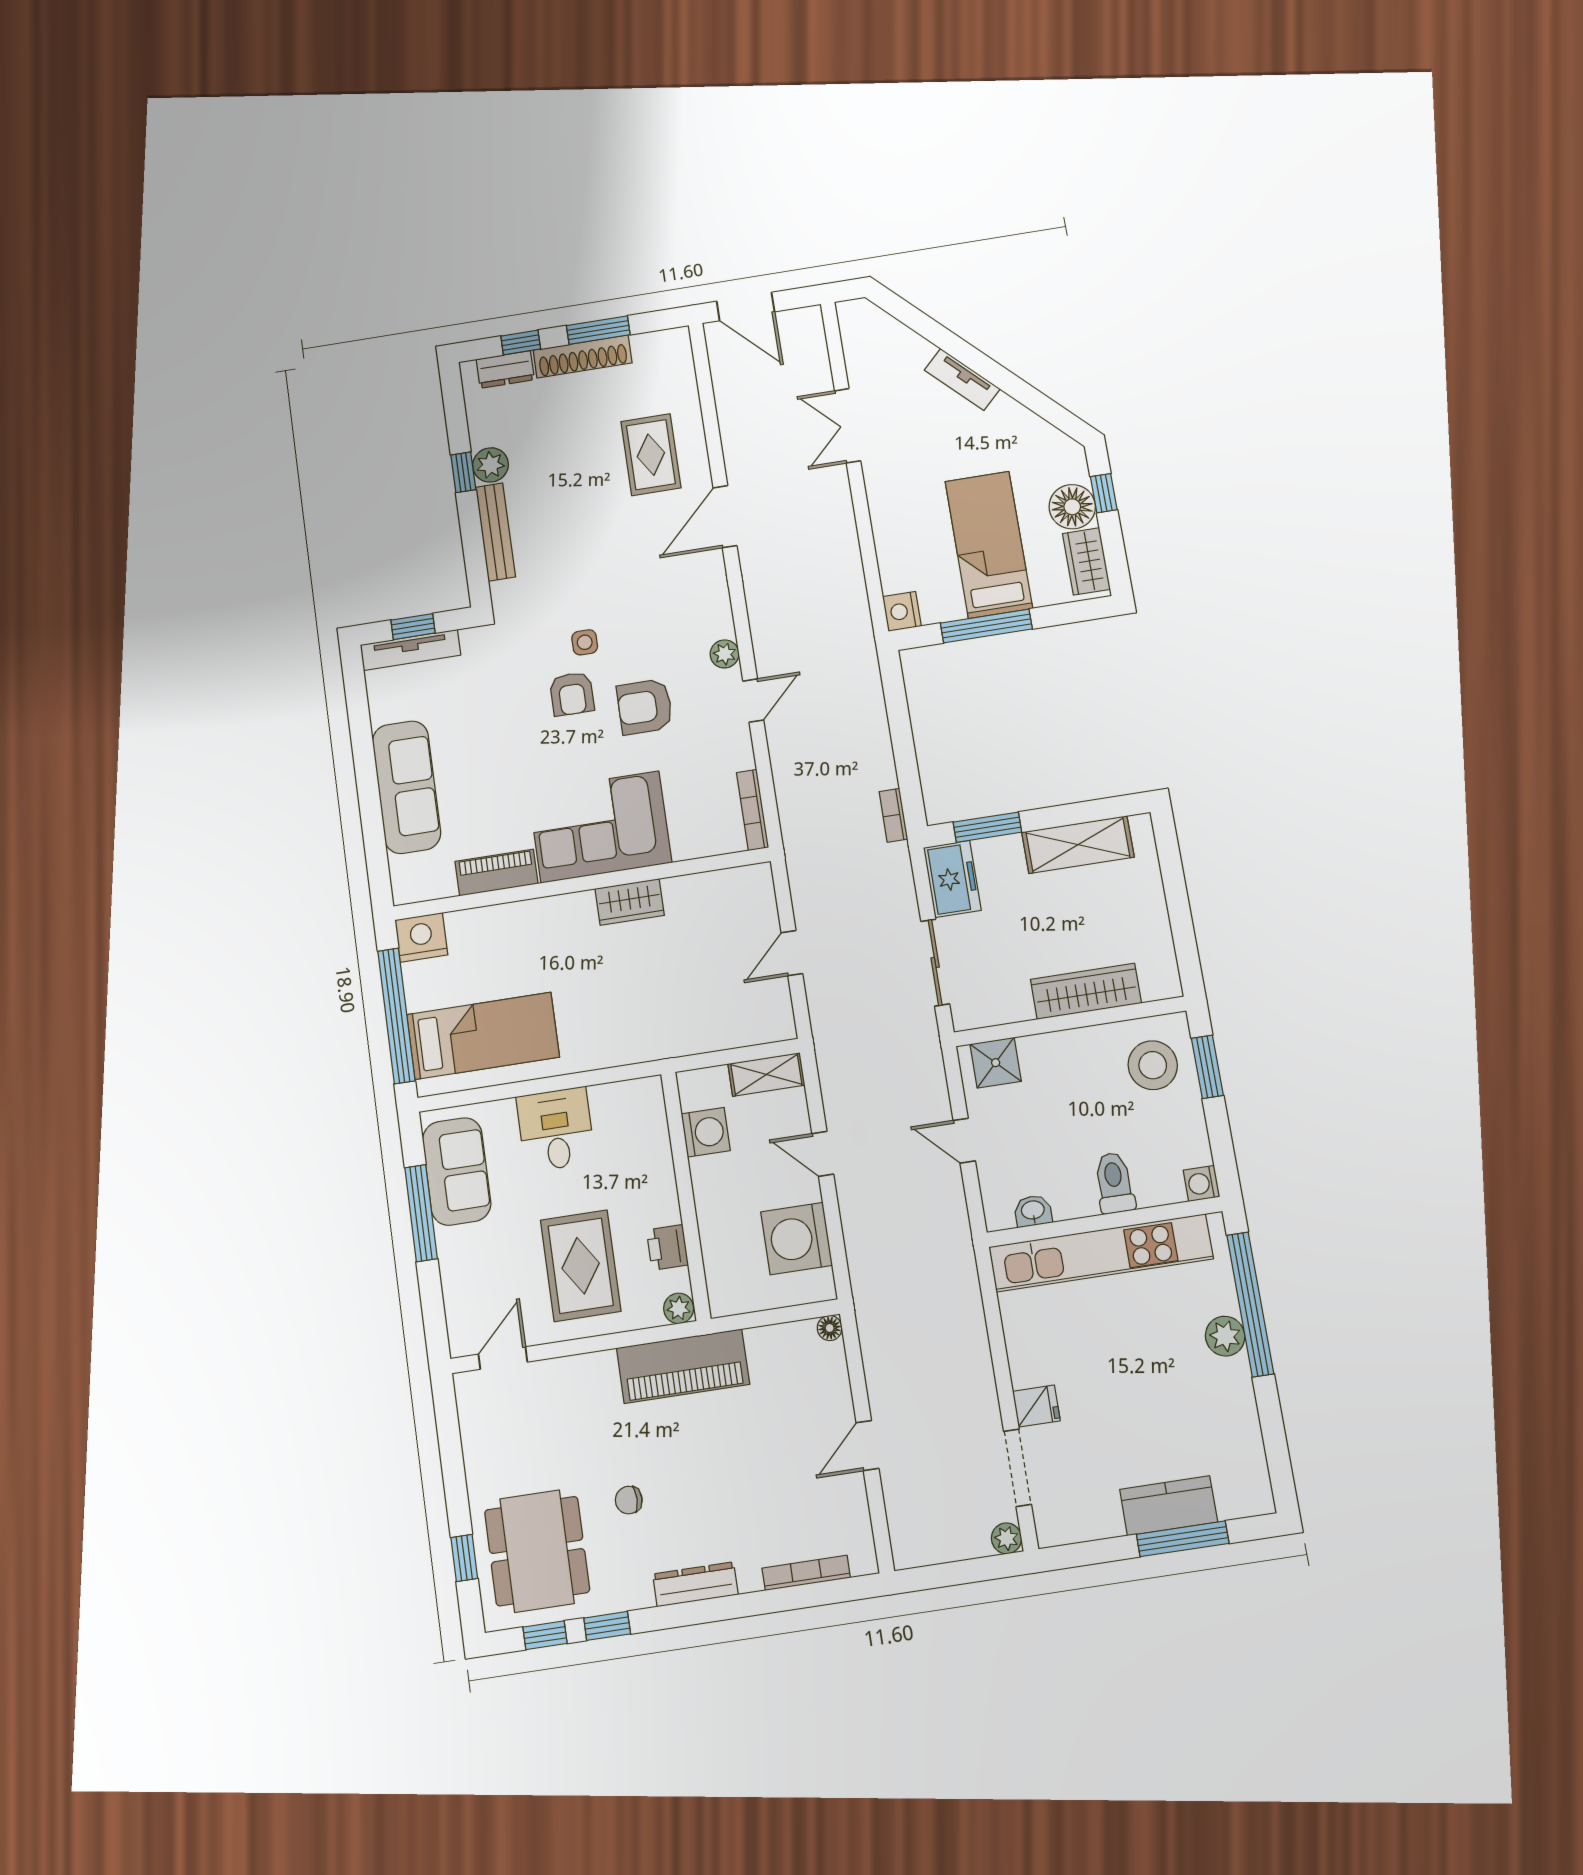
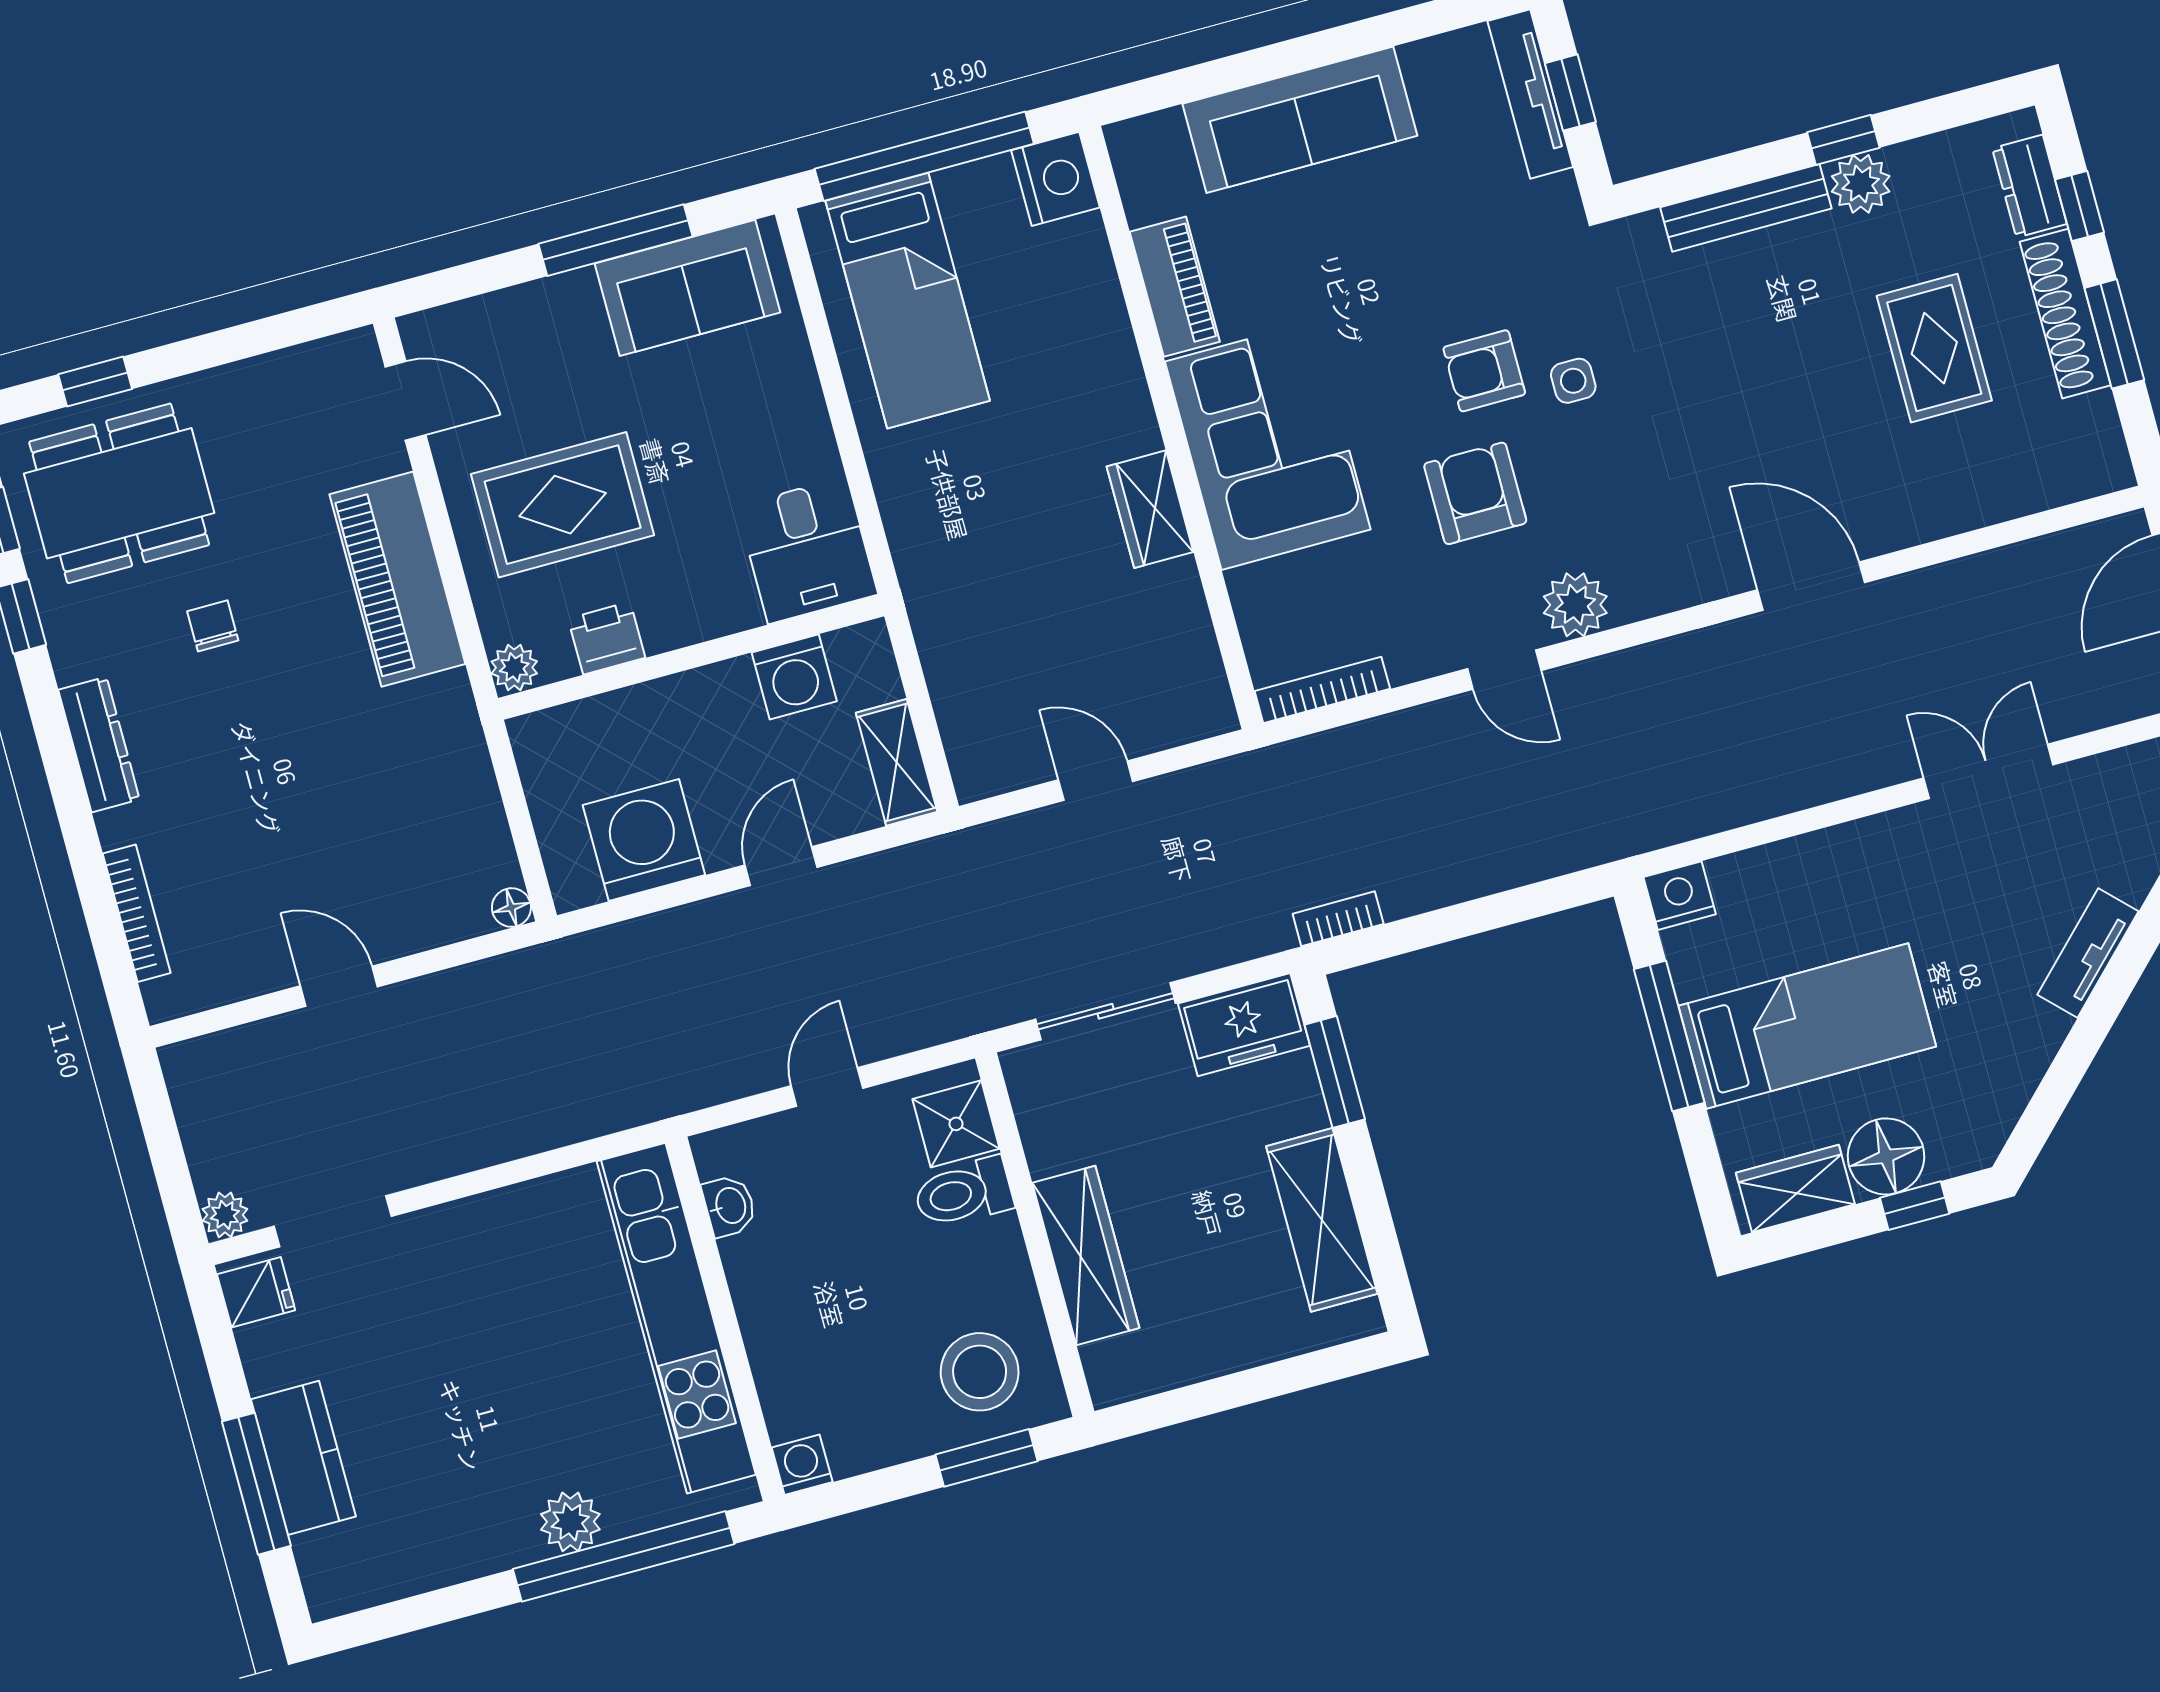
rug: (651, 455) -> (1934, 348), moved, turned 90
plant: (725, 654) -> (1575, 605), width x1.38, depth x1.38
desk: (556, 1129) -> (807, 550), moved, turned 90
toilet: (1114, 1183) -> (963, 1193), moved, turned 180
piano: (683, 1366) -> (397, 579), moved
fridge: (1036, 1406) -> (256, 1292), moved, turned -90

